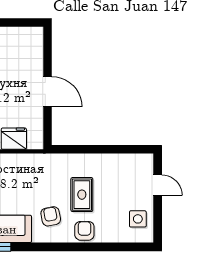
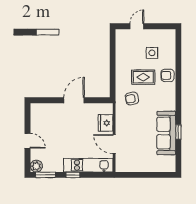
armchair: (51, 216) -> (132, 99), moved
side table: (138, 219) -> (152, 53), moved

